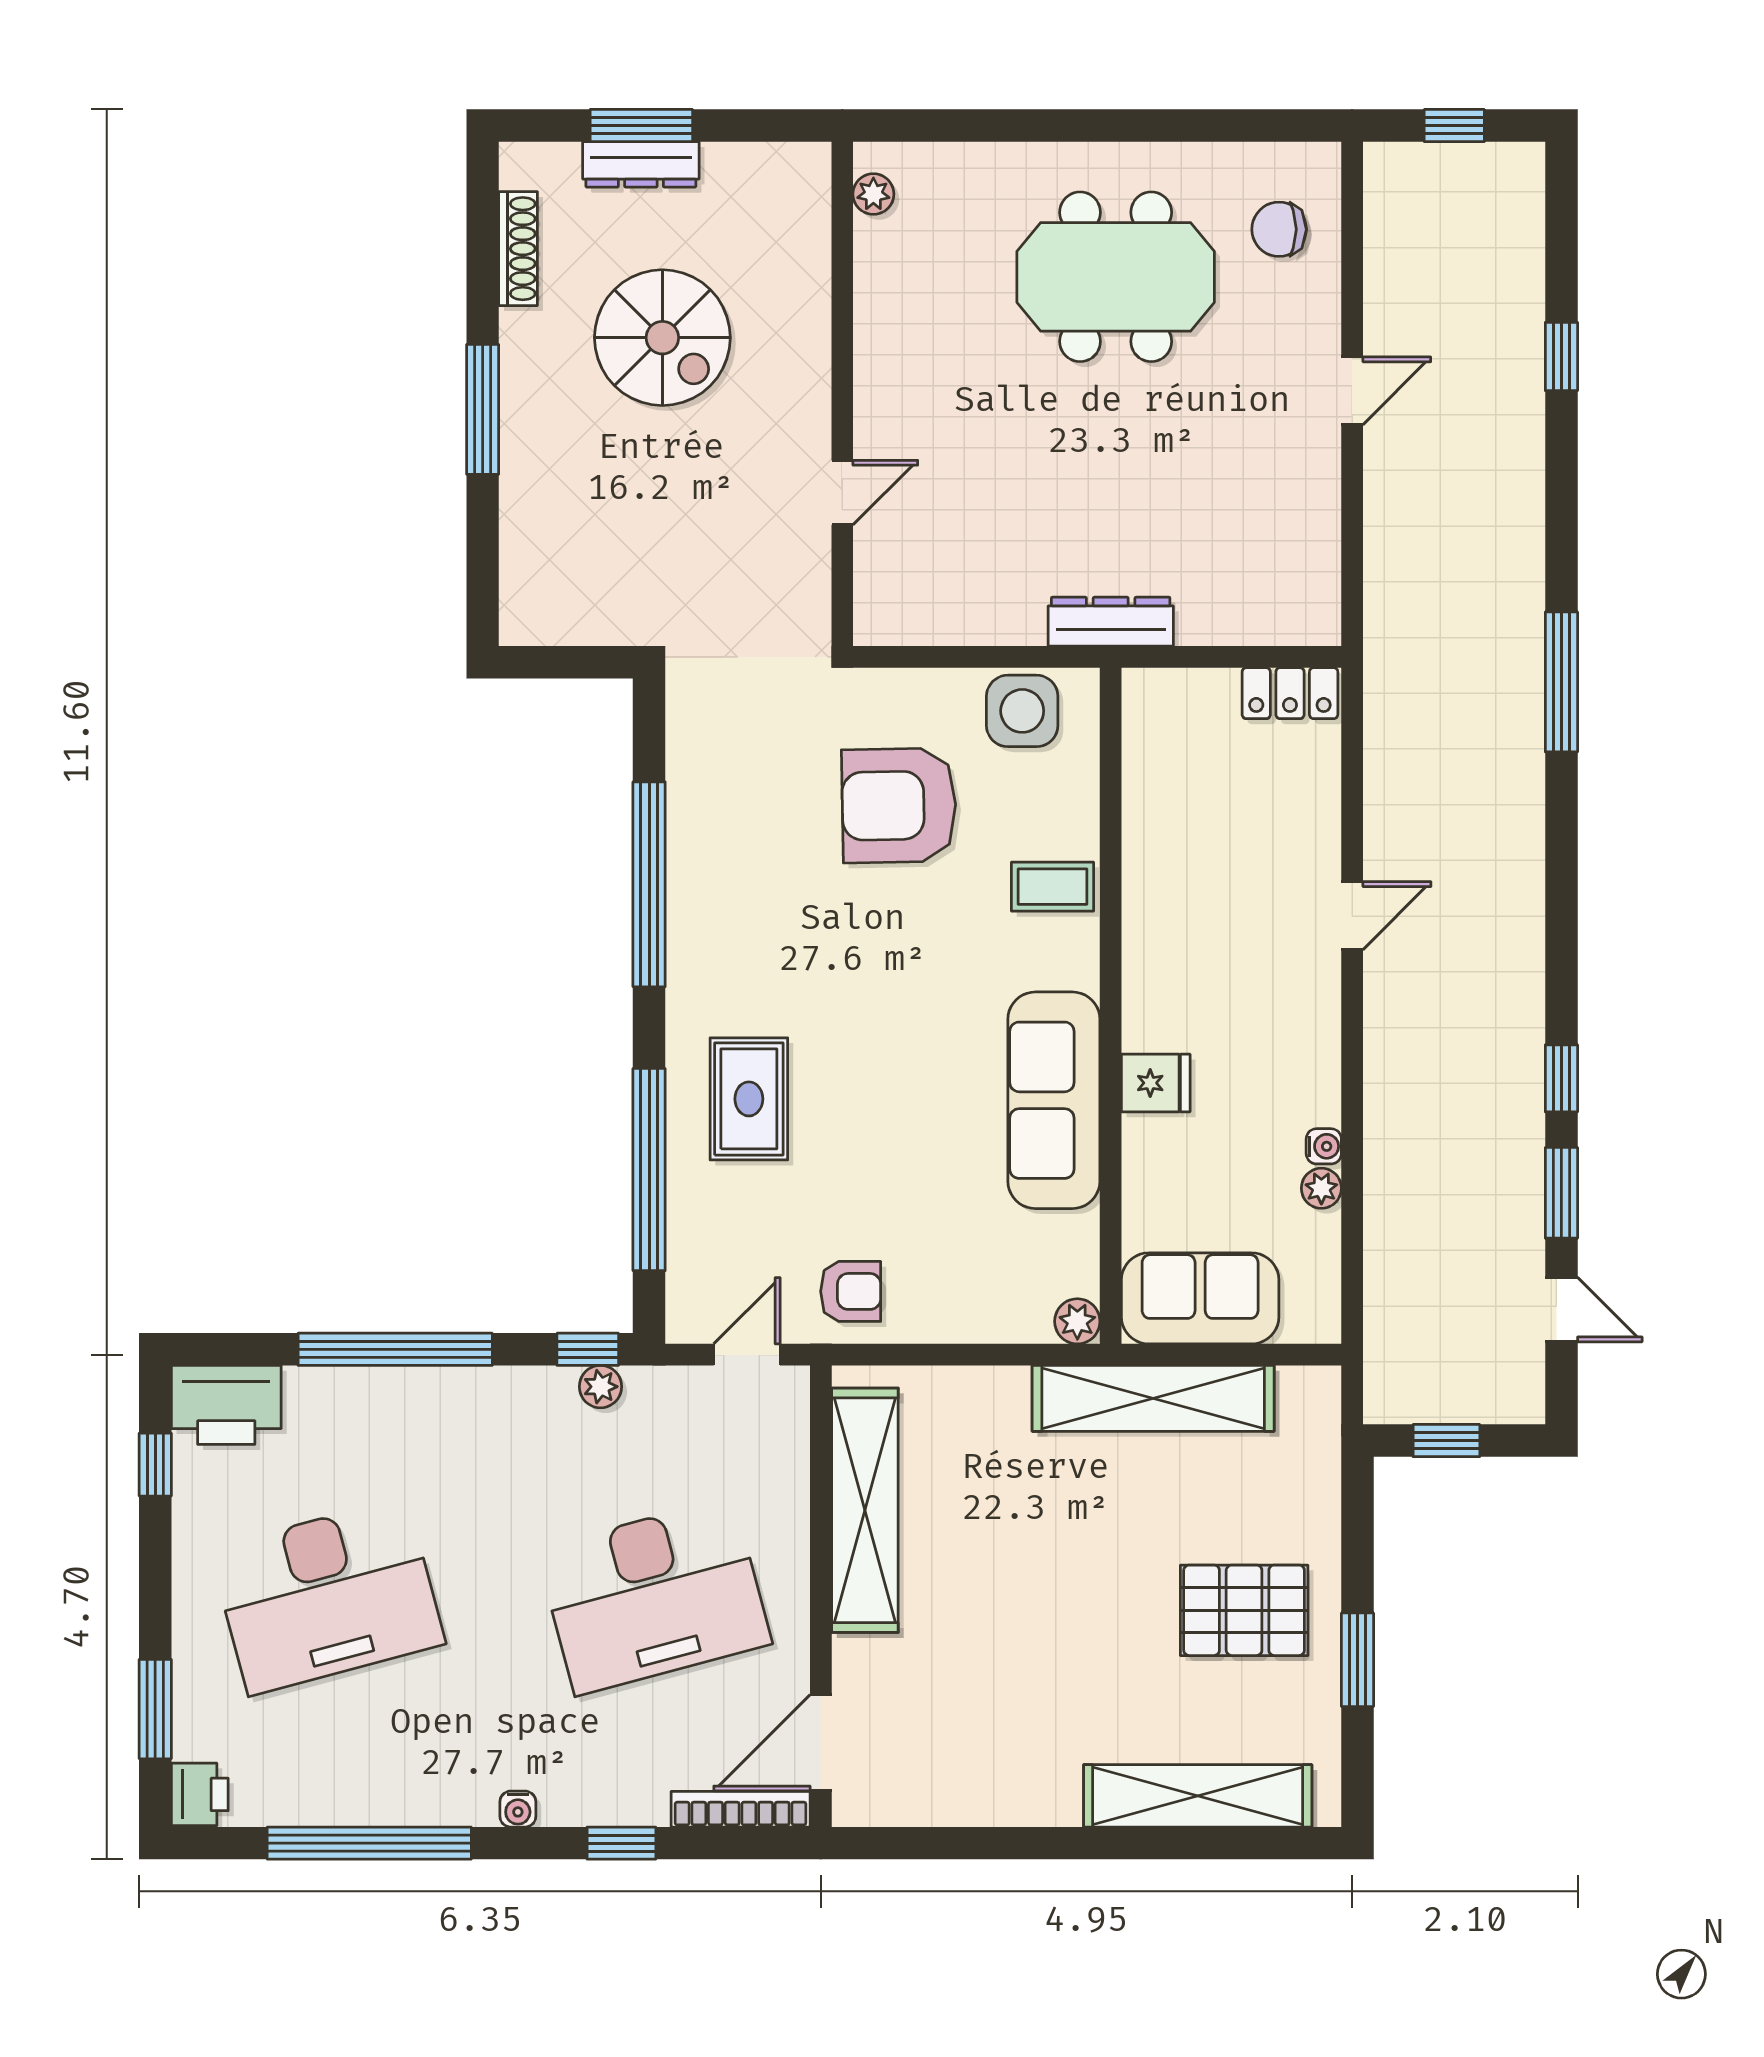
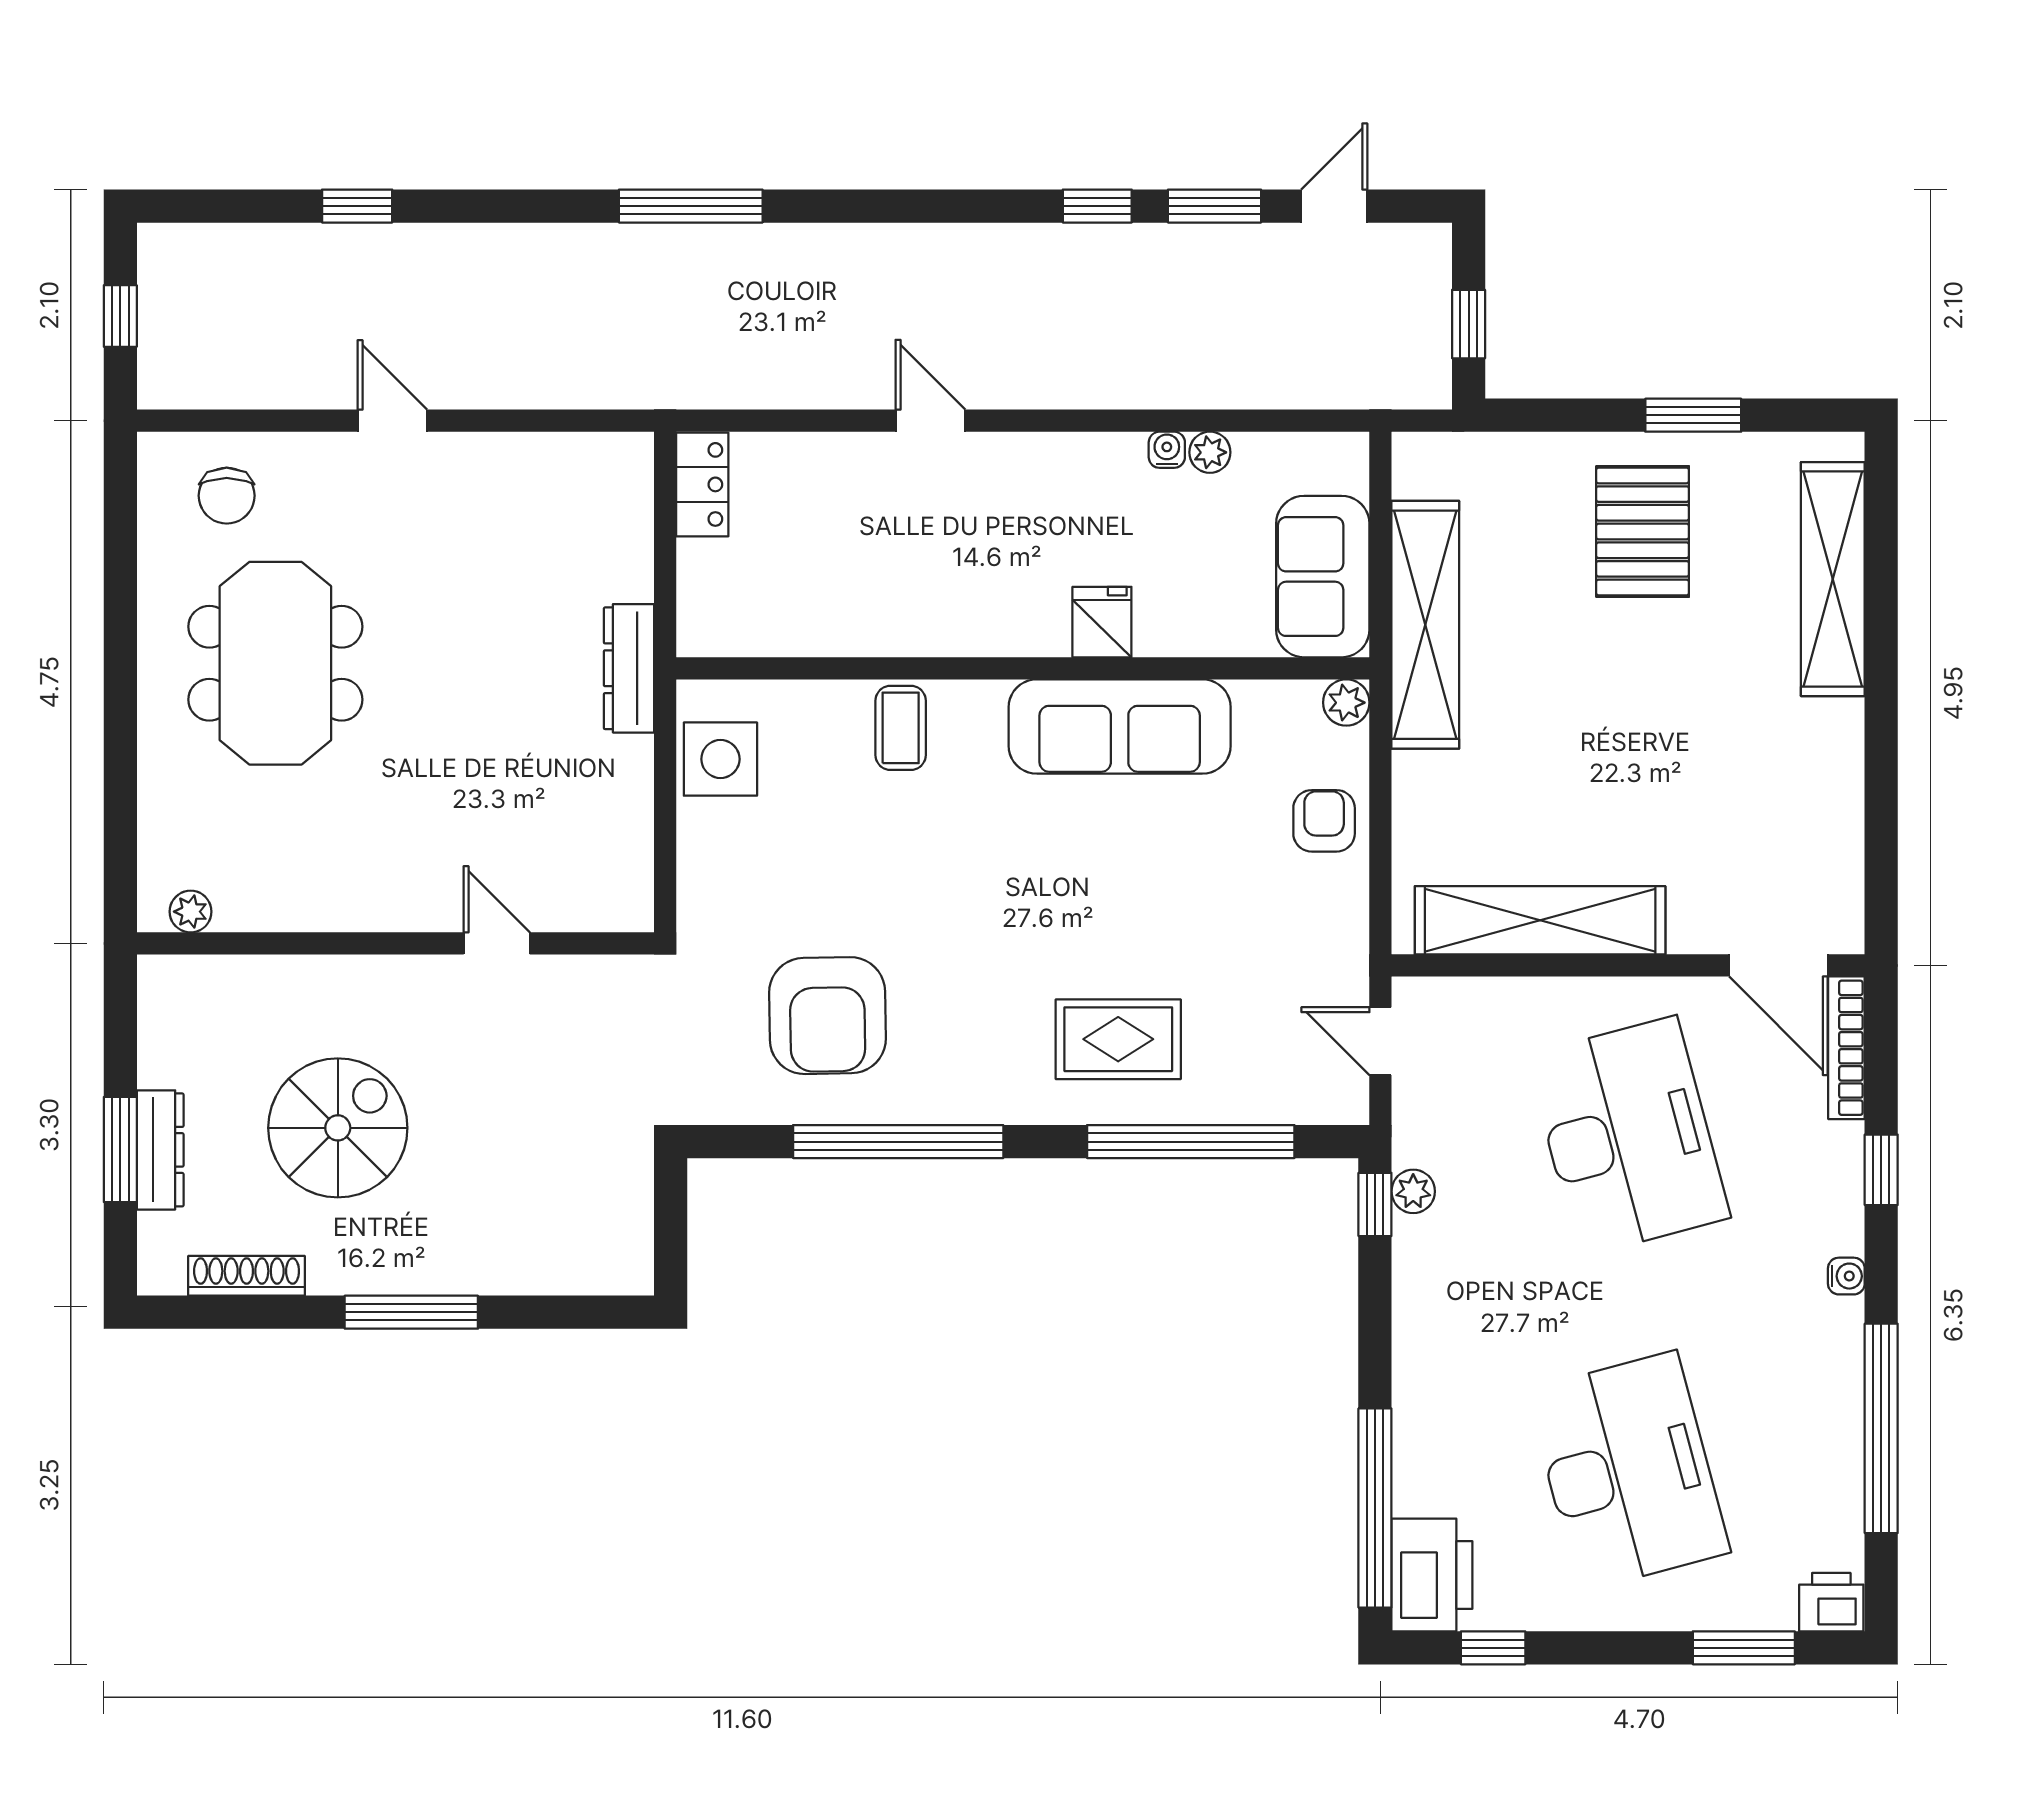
armchair: (899, 805) -> (827, 1016), moved
armchair: (851, 1291) -> (1324, 821), moved
window: (395, 1349) -> (1375, 1508), moved

